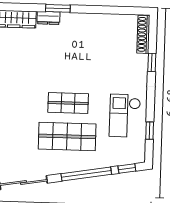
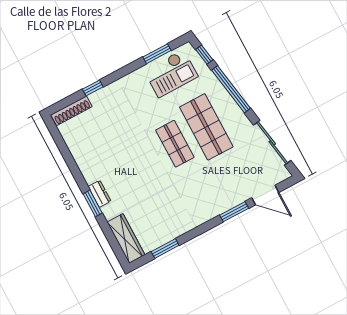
dresser: (48, 18) -> (100, 194), moved
checkout: (125, 116) -> (171, 73), moved
window: (150, 131) -> (157, 54), width x1.50

